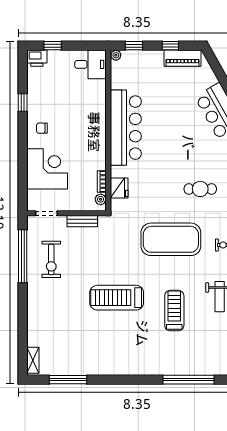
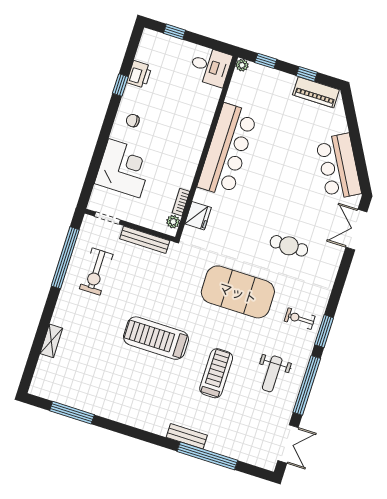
printer: (37, 58) -> (139, 74), moved, turned -90
bench: (82, 221) -> (145, 240), width x1.36
shelving: (33, 360) -> (51, 341), moved
bench: (167, 369) -> (187, 436), added

